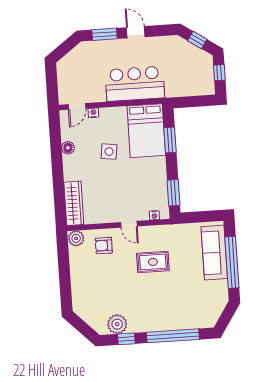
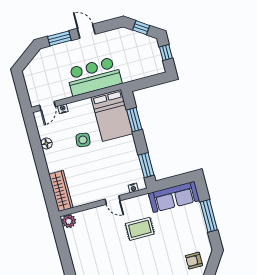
armchair: (104, 246) -> (194, 261), moved
sofa: (214, 253) -> (174, 197), moved, turned -90
window: (232, 262) -> (209, 216), width x0.68

